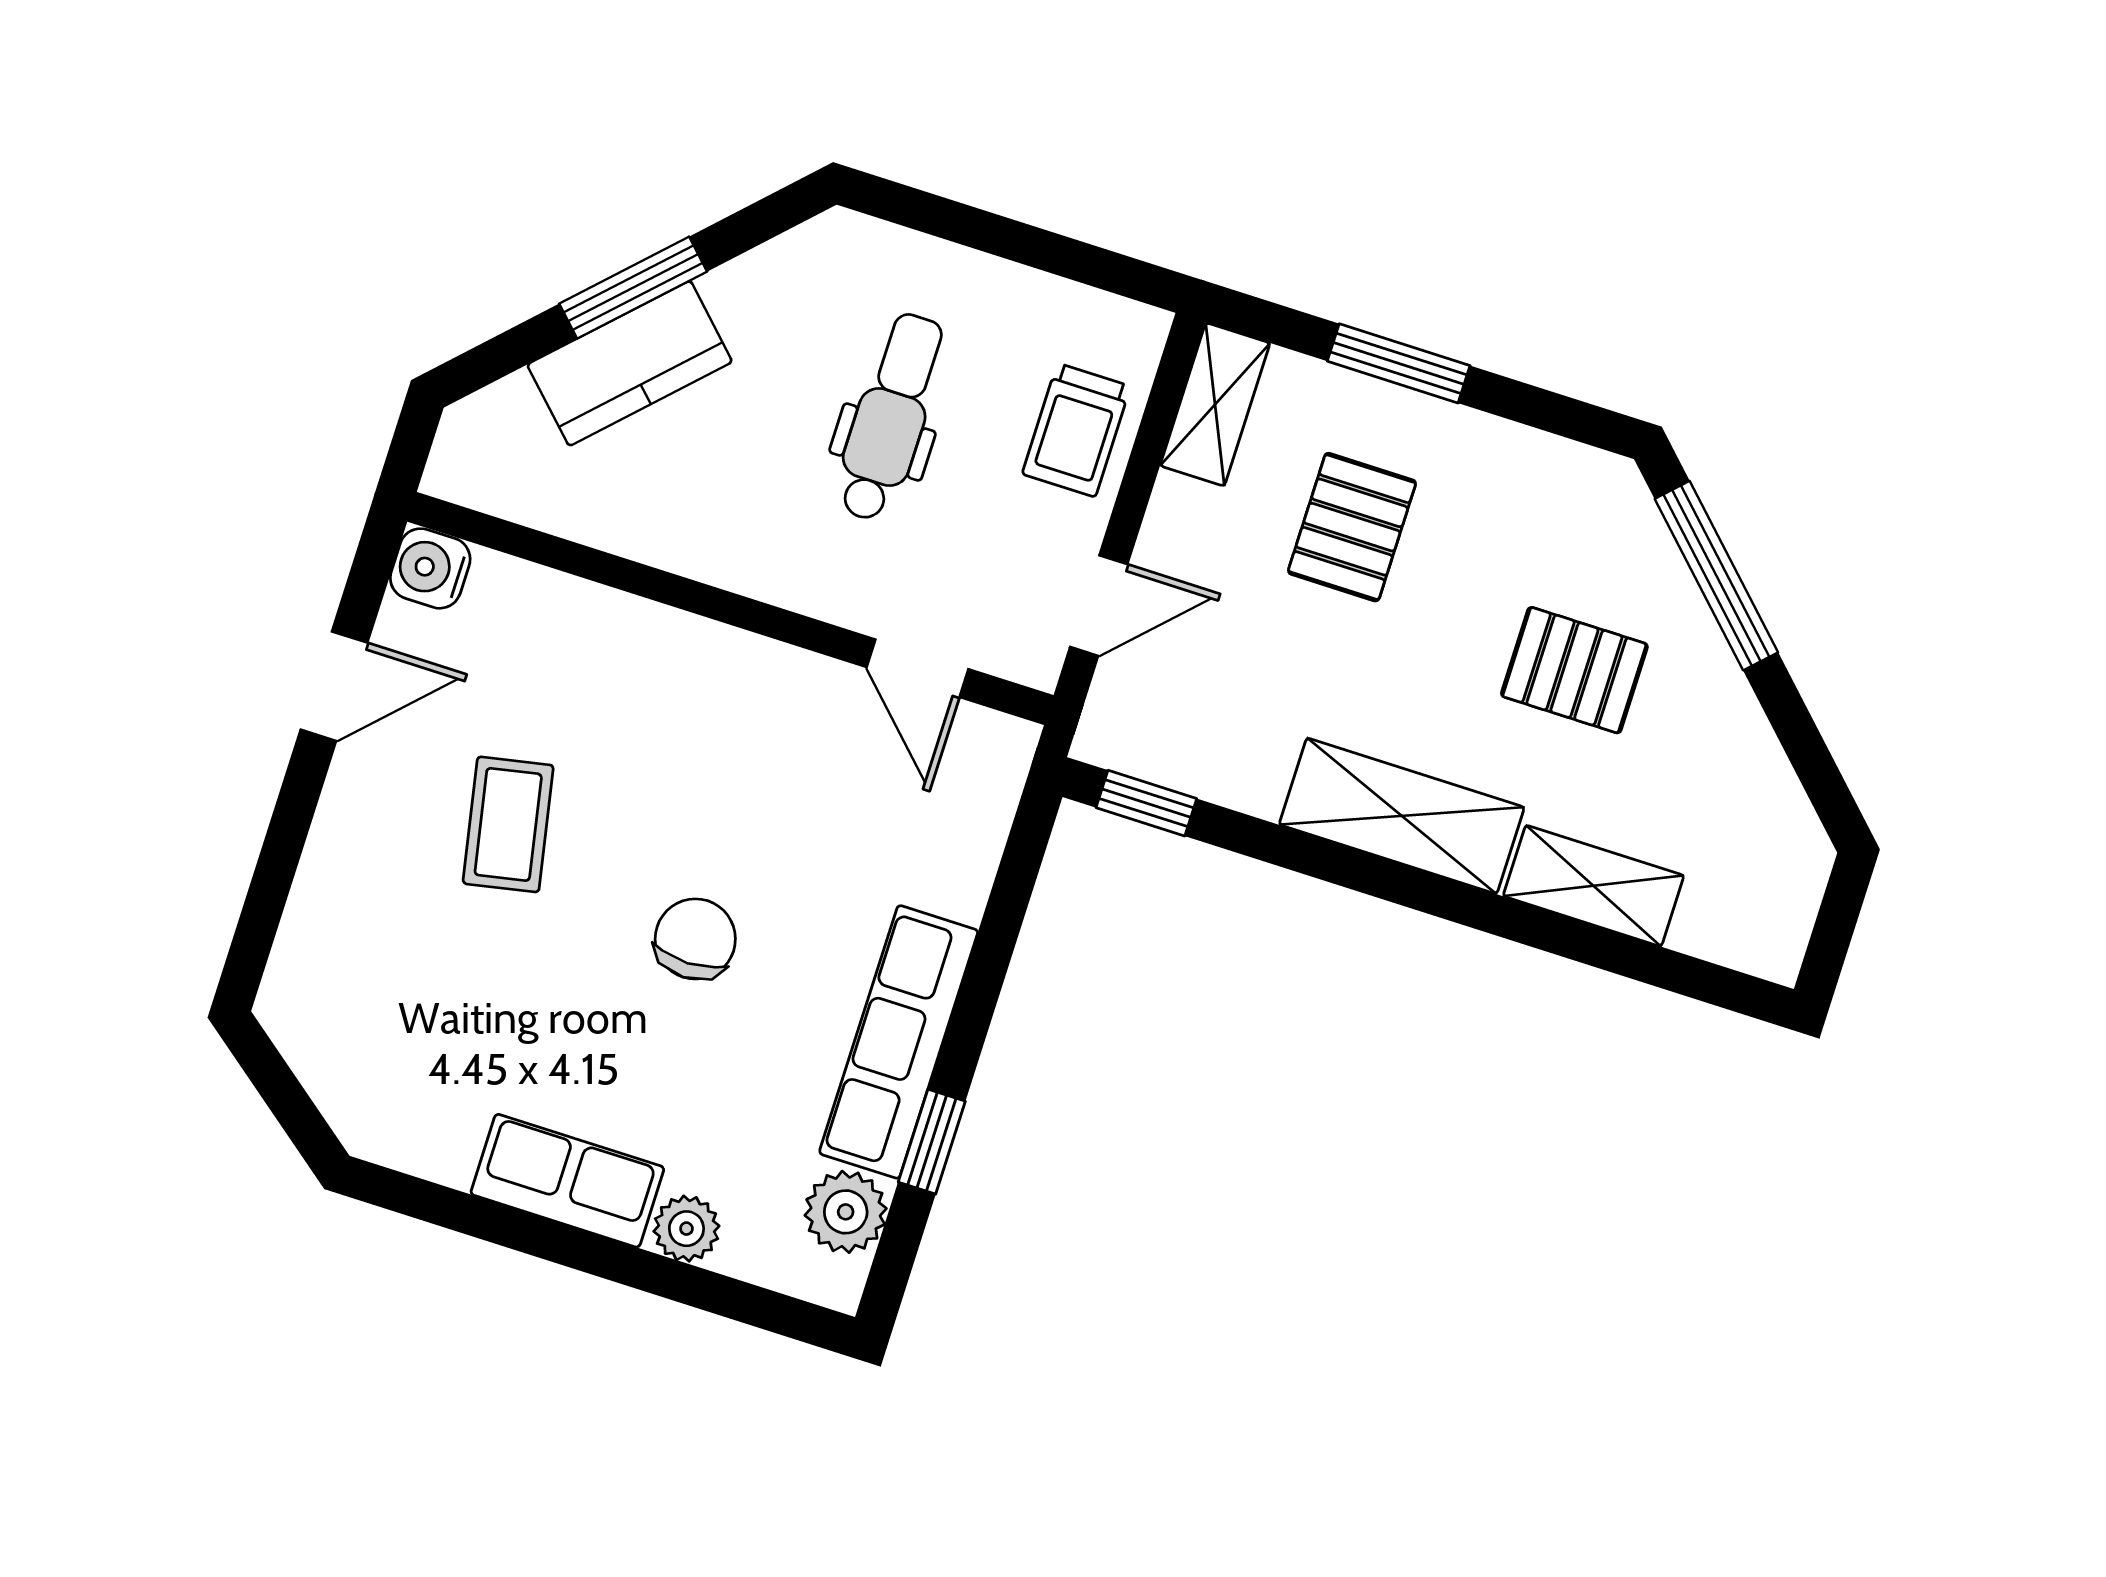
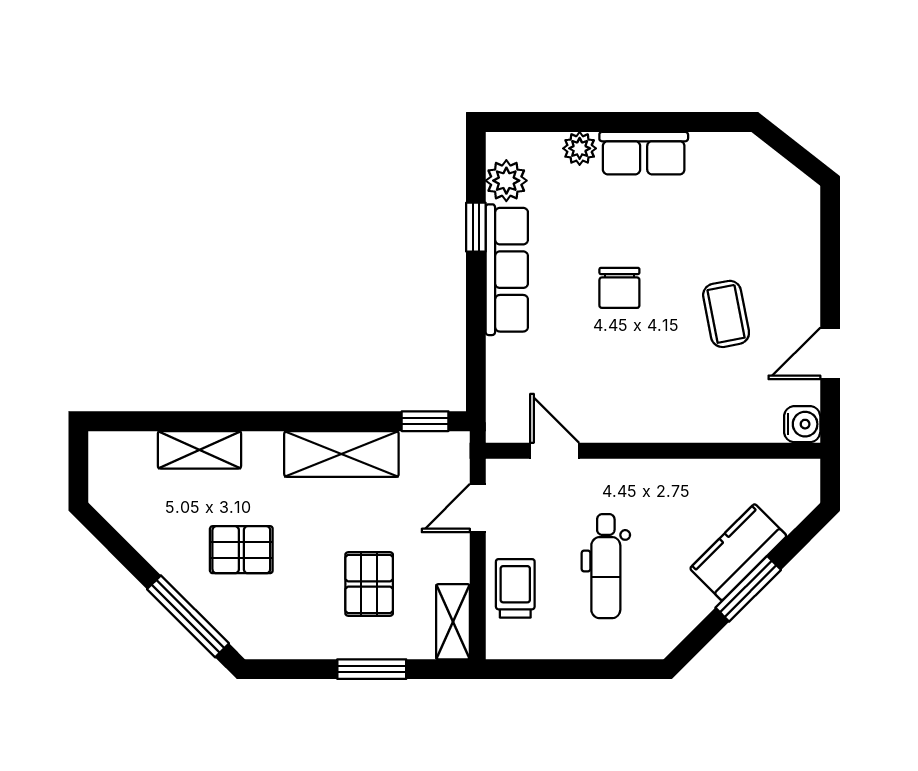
shelving: (1402, 816) -> (341, 454), moved

